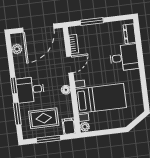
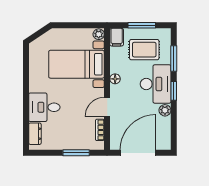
plant: (17, 49) -> (165, 110), moved
desk: (30, 90) -> (156, 84), width x1.37

